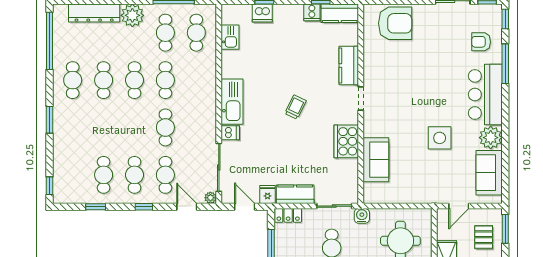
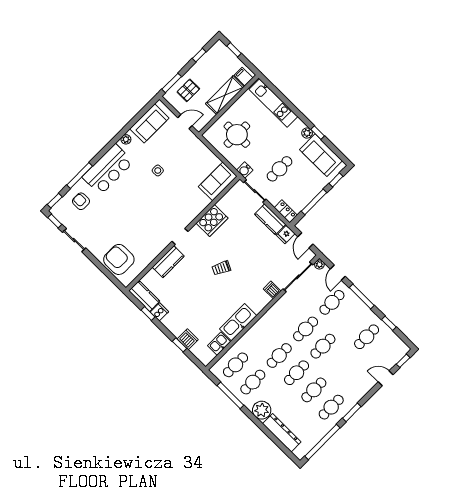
armchair: (481, 42) -> (81, 201), turned 180
kitchen sink: (232, 102) -> (238, 322), moved
window: (49, 120) -> (352, 412), moved
side table: (440, 138) -> (158, 170), width x0.54, depth x0.54
plant: (491, 138) -> (126, 139), width x0.53, depth x0.53
door: (49, 155) -> (386, 378), added
sofa: (376, 160) -> (218, 181), moved
cafe table: (134, 175) -> (323, 346), moved
window: (144, 207) -> (362, 297), width x2.17

